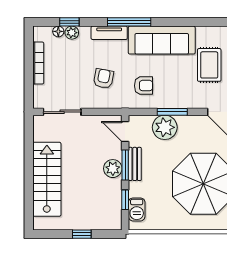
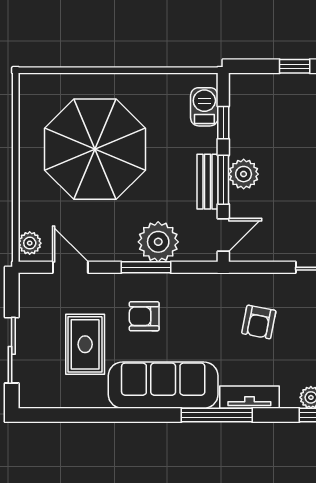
armchair: (144, 86) -> (144, 316), moved
door: (125, 131) -> (223, 235), hinge flipped

